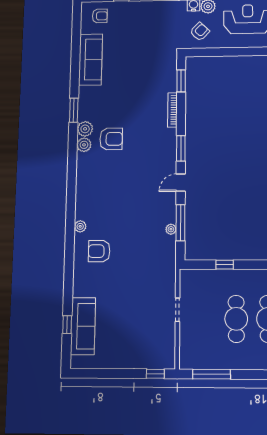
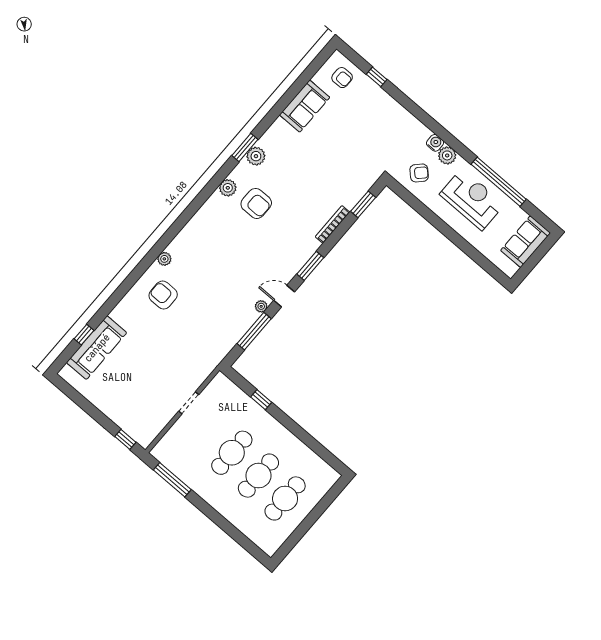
sofa: (91, 59) -> (305, 106), width x0.73
plant: (85, 129) -> (256, 156), moved
plant: (171, 229) -> (261, 306), moved

